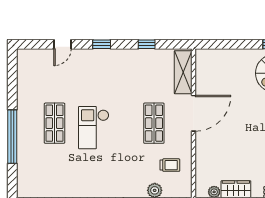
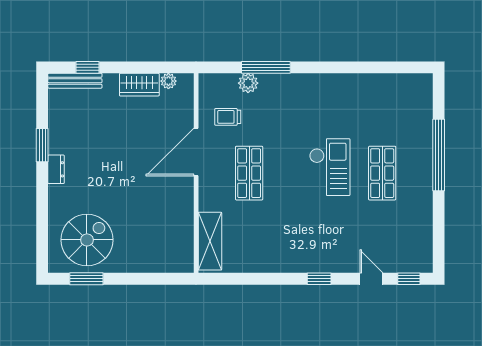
door: (63, 44) -> (371, 279), hinge flipped
window: (147, 44) -> (409, 279), moved
door: (194, 113) -> (196, 152), moved

